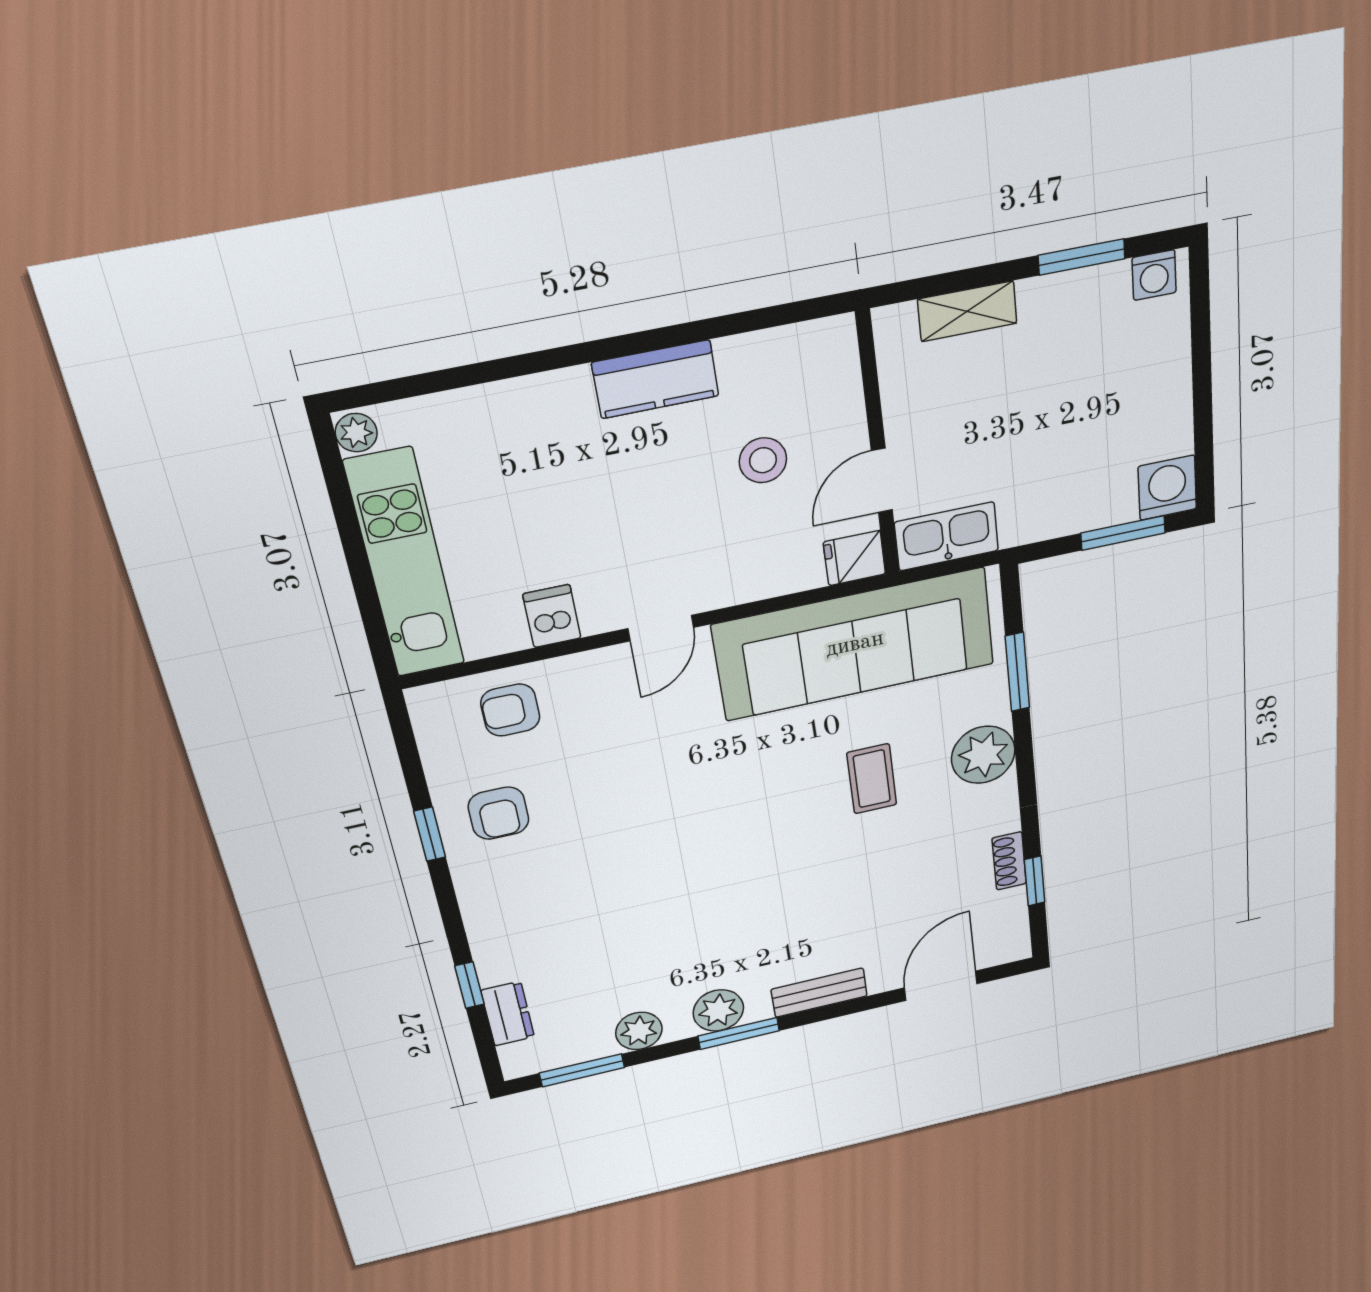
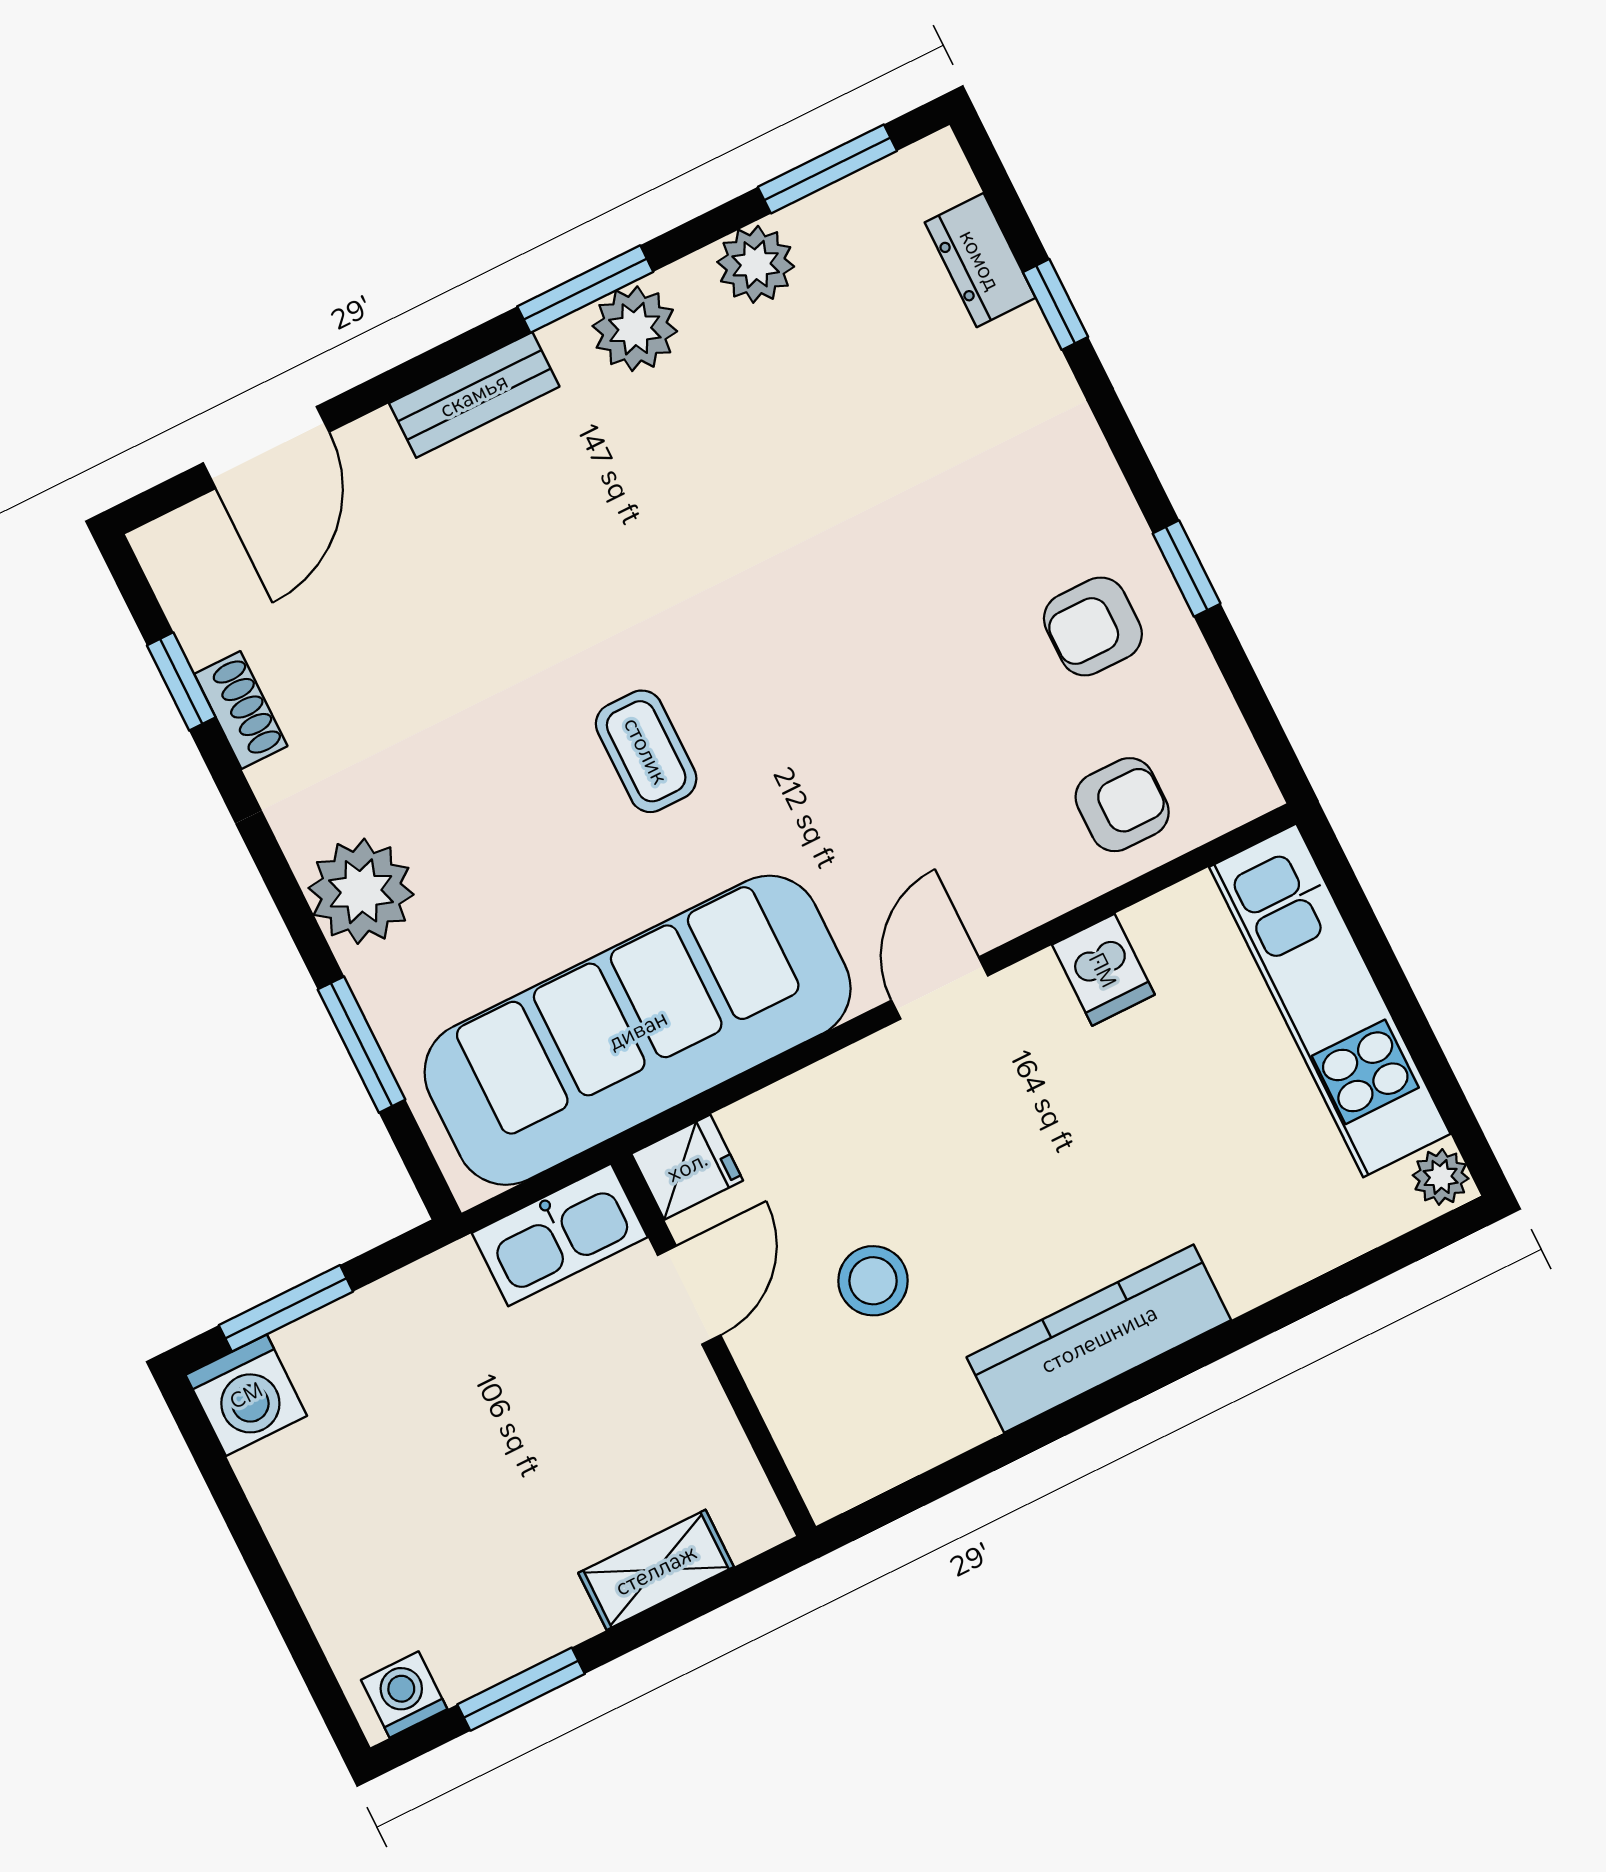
kitchen counter: (655, 379) -> (1099, 1339), width x1.50
coffee table: (872, 779) -> (646, 751), moved
armchair: (499, 813) -> (1093, 626), turned -90

